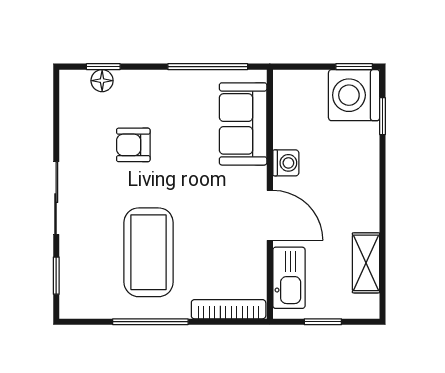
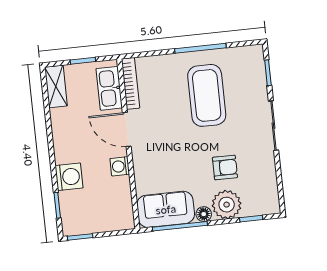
floor lamp: (102, 81) -> (204, 214), moved
plant: (137, 91) -> (227, 205), added
washing machine: (354, 95) -> (69, 177), moved, width x0.73, depth x0.73
sofa: (243, 124) -> (166, 209), moved, turned -90
shelving: (366, 263) -> (56, 86), moved
bookcase: (229, 309) -> (130, 83), moved, turned -90

